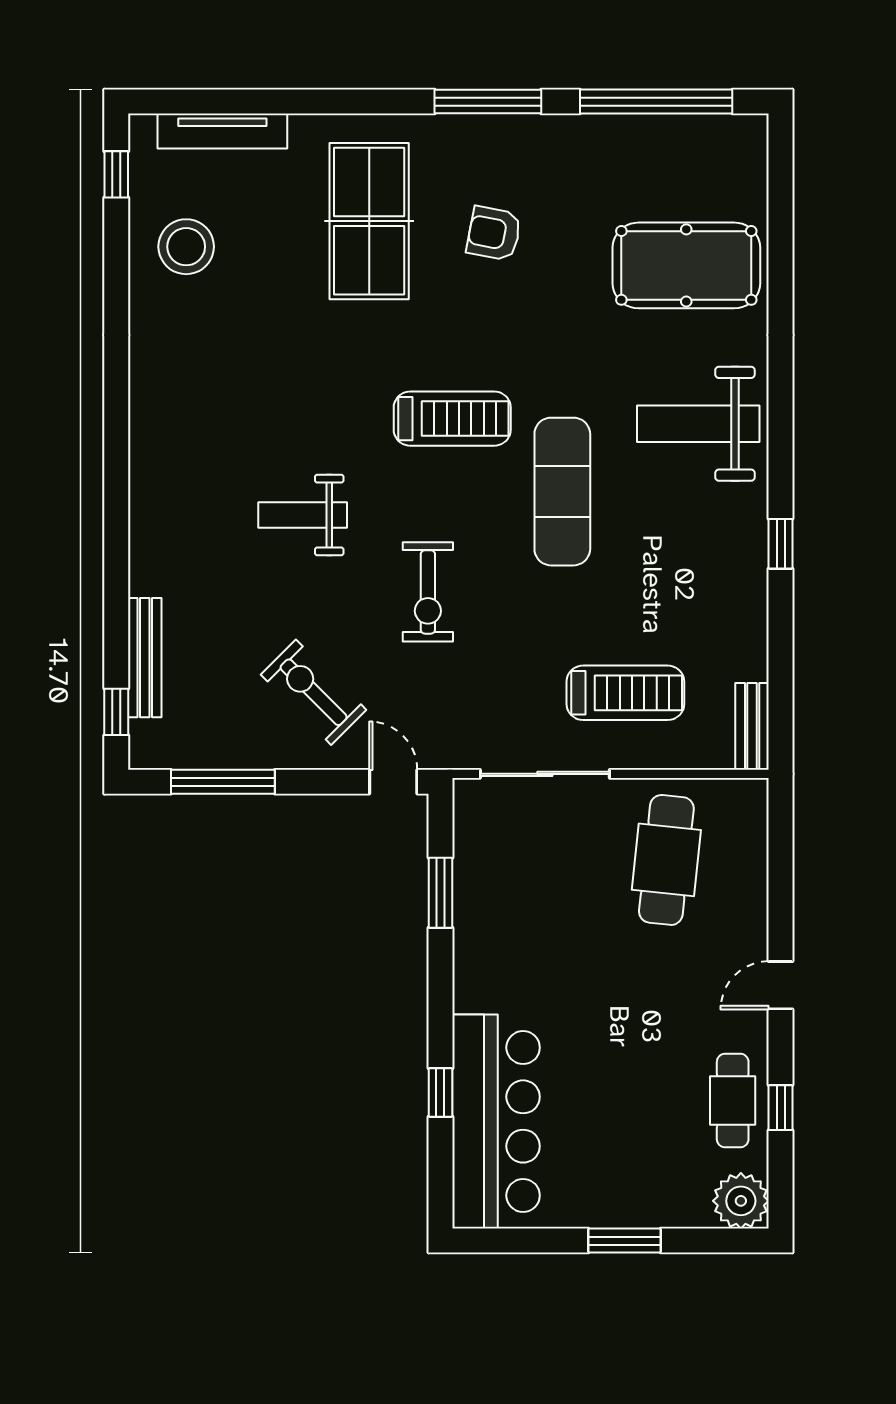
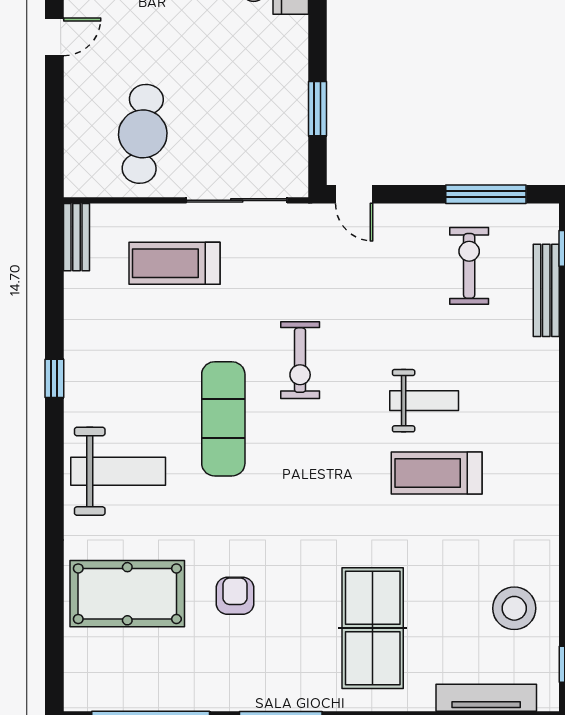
armchair: (494, 233) -> (235, 596), moved, turned -101
treadmill: (452, 419) -> (437, 473), moved
exercise bike: (428, 592) -> (300, 360), moved, turned 180
exercise bike: (314, 692) -> (469, 266), moved, turned -135

